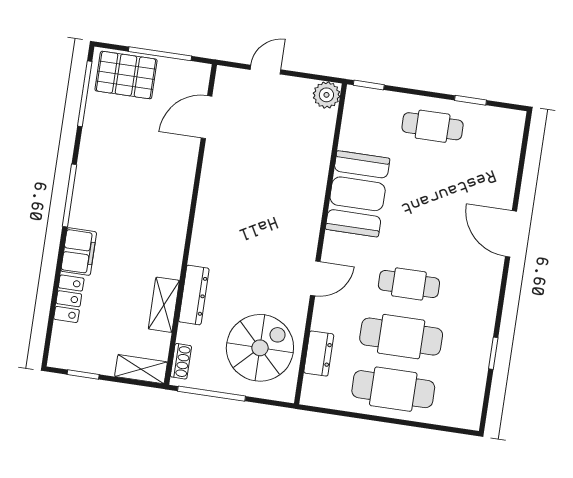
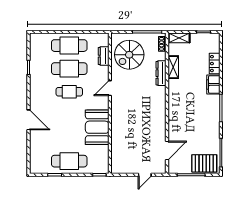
plant: (326, 95) -> (117, 168), removed
cafe table: (433, 126) -> (69, 161), width x1.37, depth x1.35

